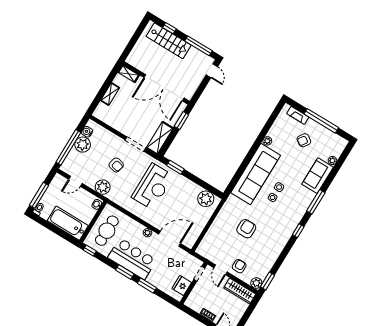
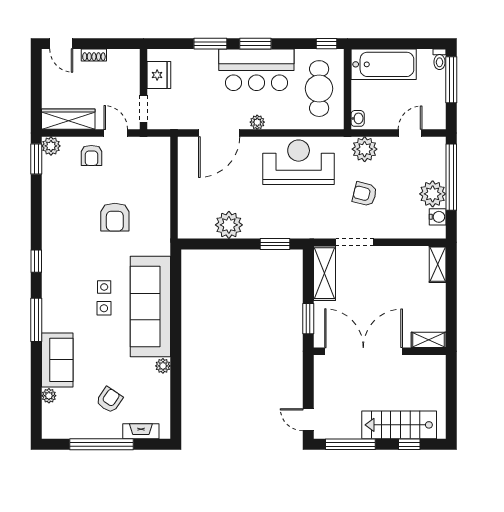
shelving: (110, 94) -> (438, 264), moved
reception desk: (153, 187) -> (299, 162), moved, turned 90
plant: (206, 199) -> (229, 225), moved

